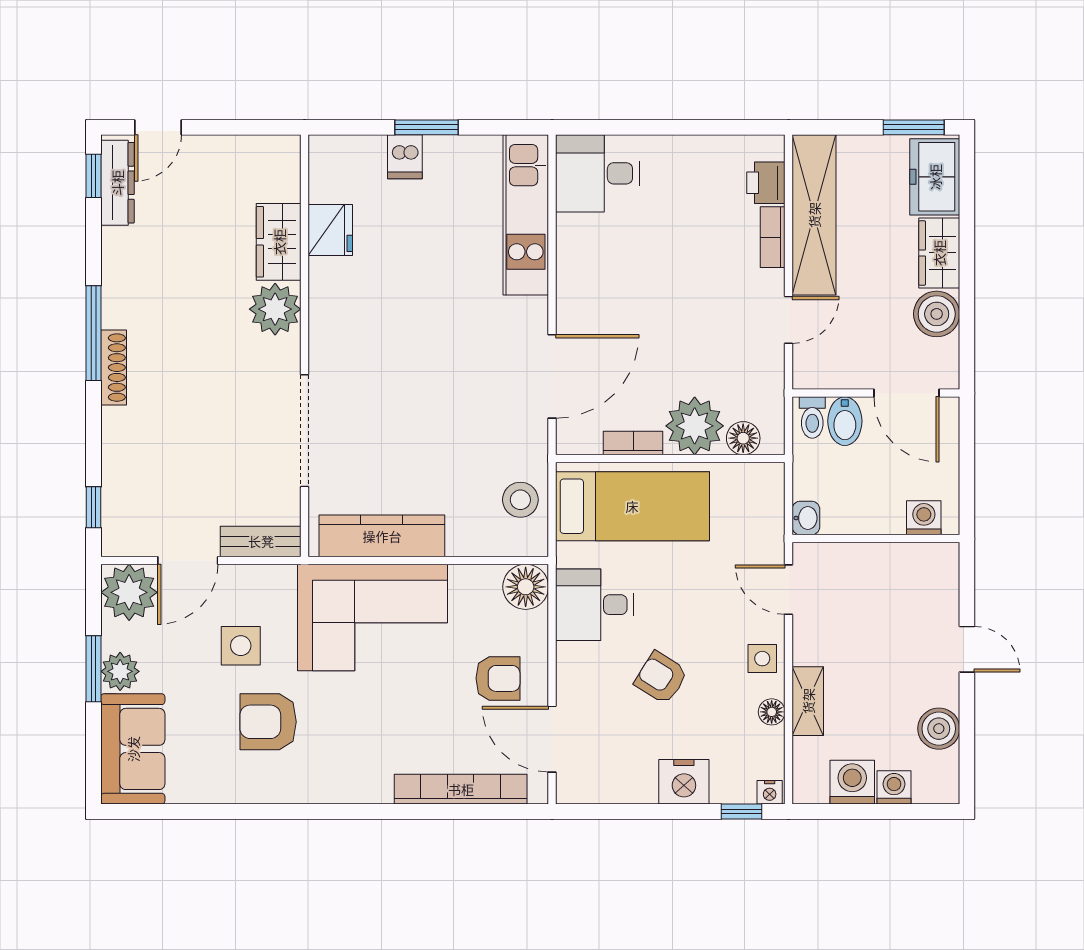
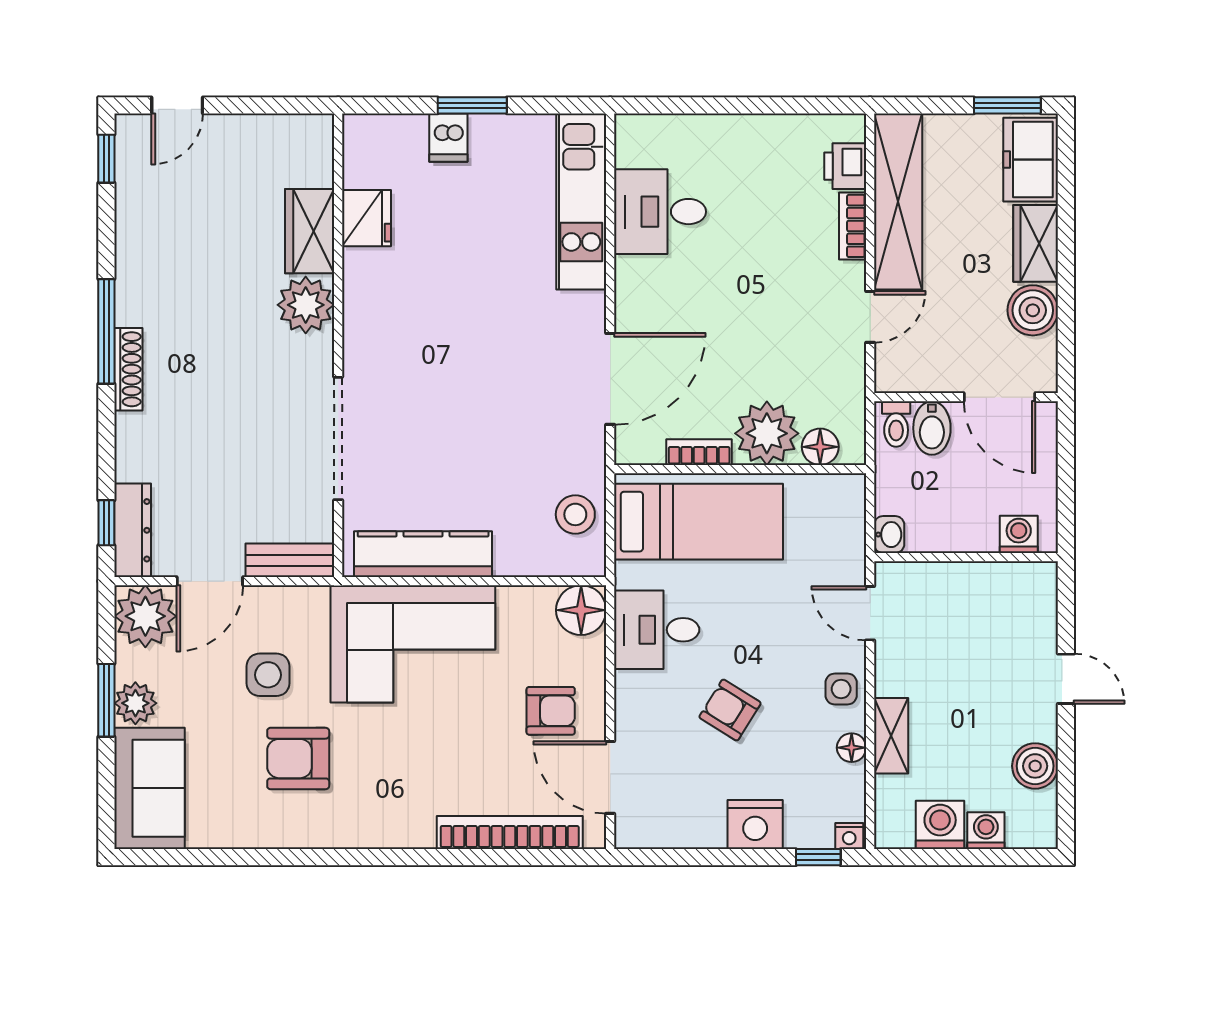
desk: (597, 173) -> (660, 212), moved
dresser: (117, 183) -> (133, 530), moved

